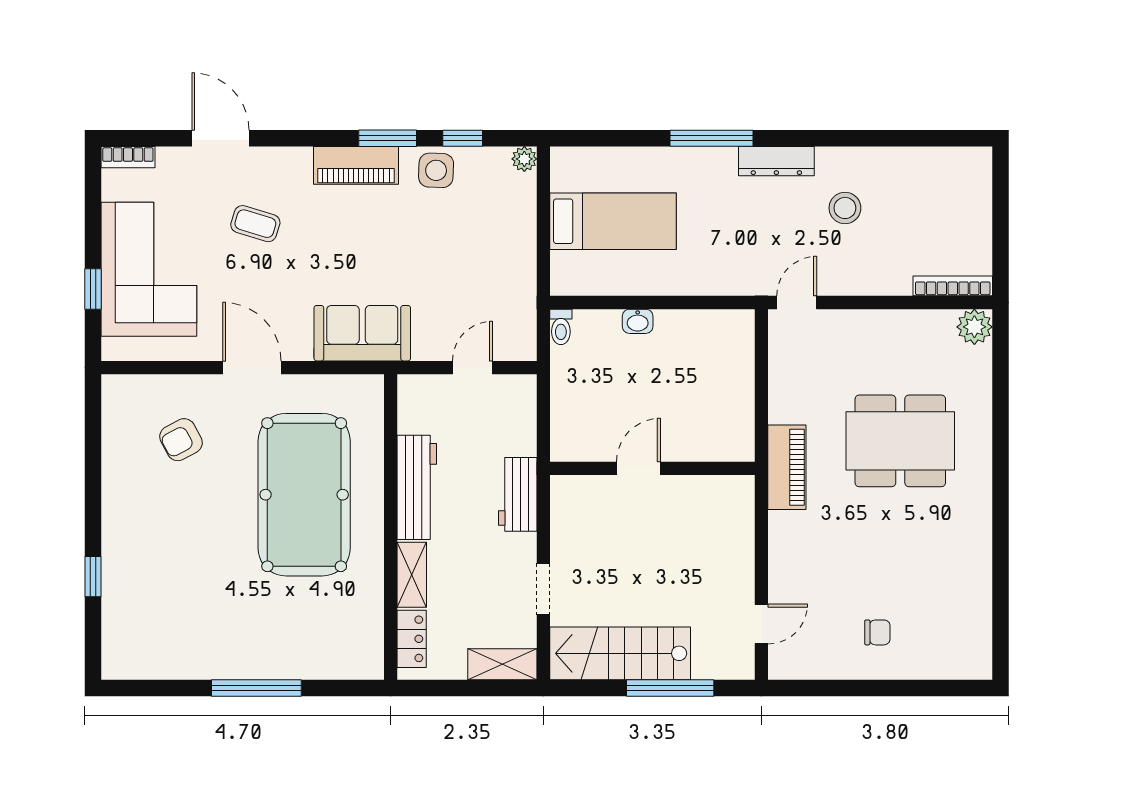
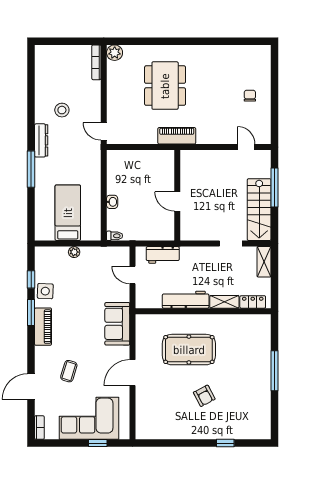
plant: (524, 159) -> (74, 252), moved
armchair: (181, 440) -> (204, 396), moved
workbench: (518, 494) -> (163, 255), moved
pool table: (304, 495) -> (189, 350), width x0.73, depth x0.76

